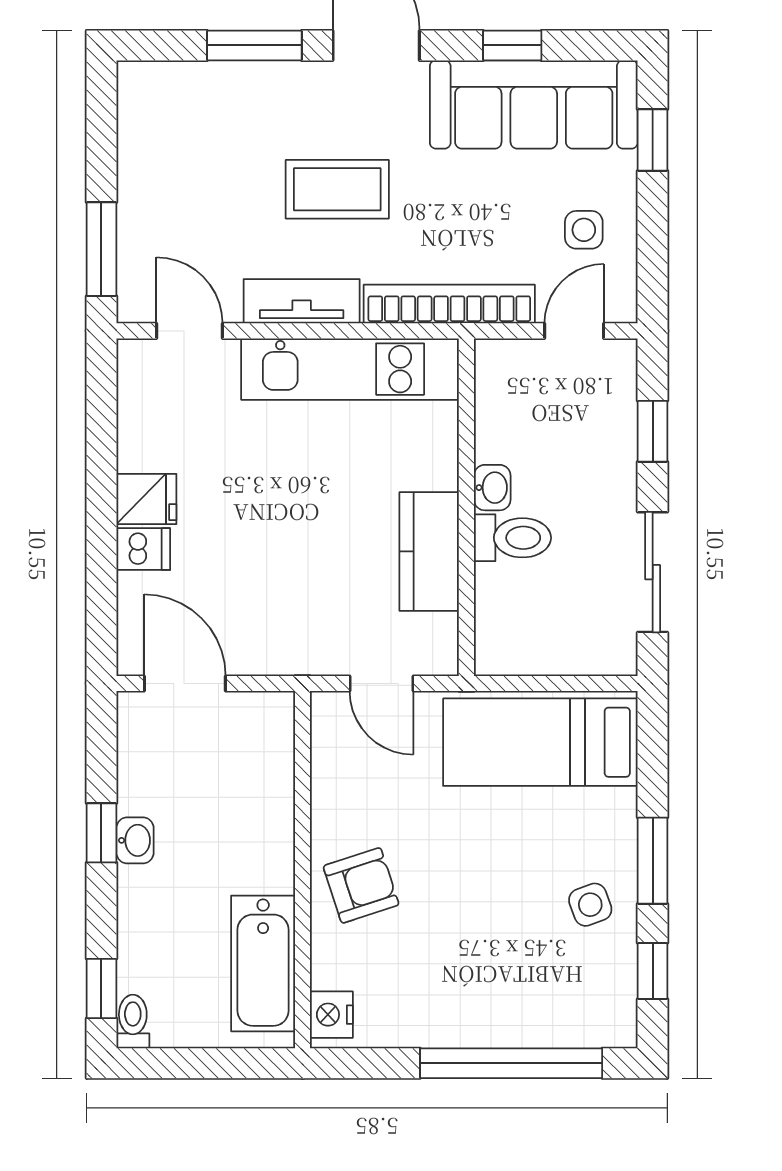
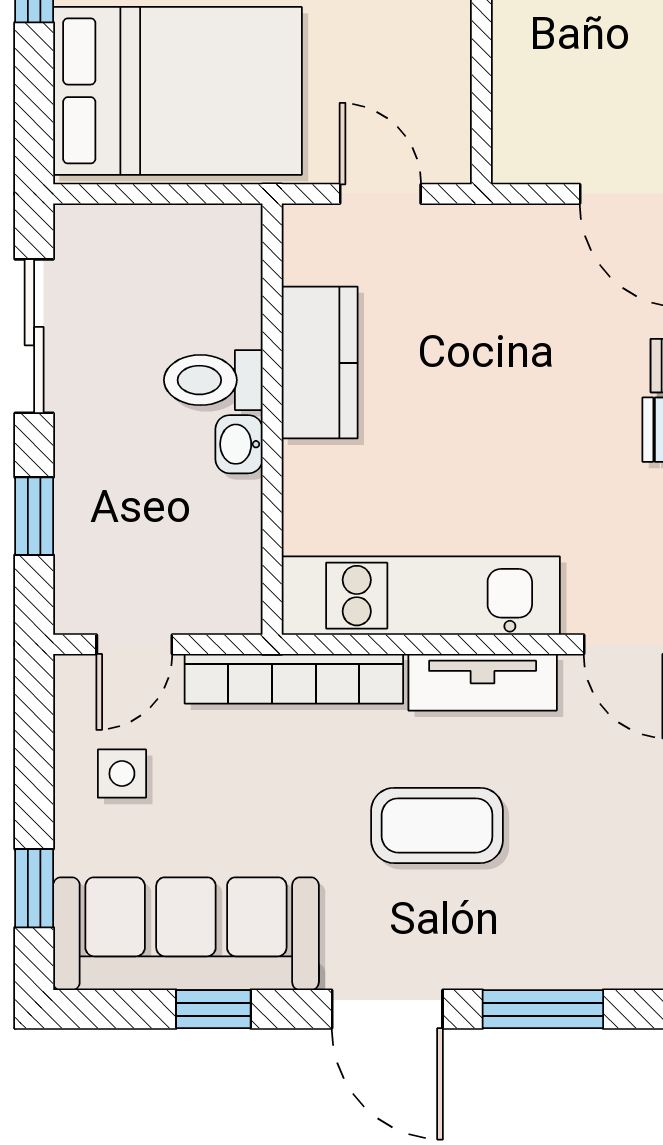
bed: (540, 742) -> (177, 91), width x1.50

